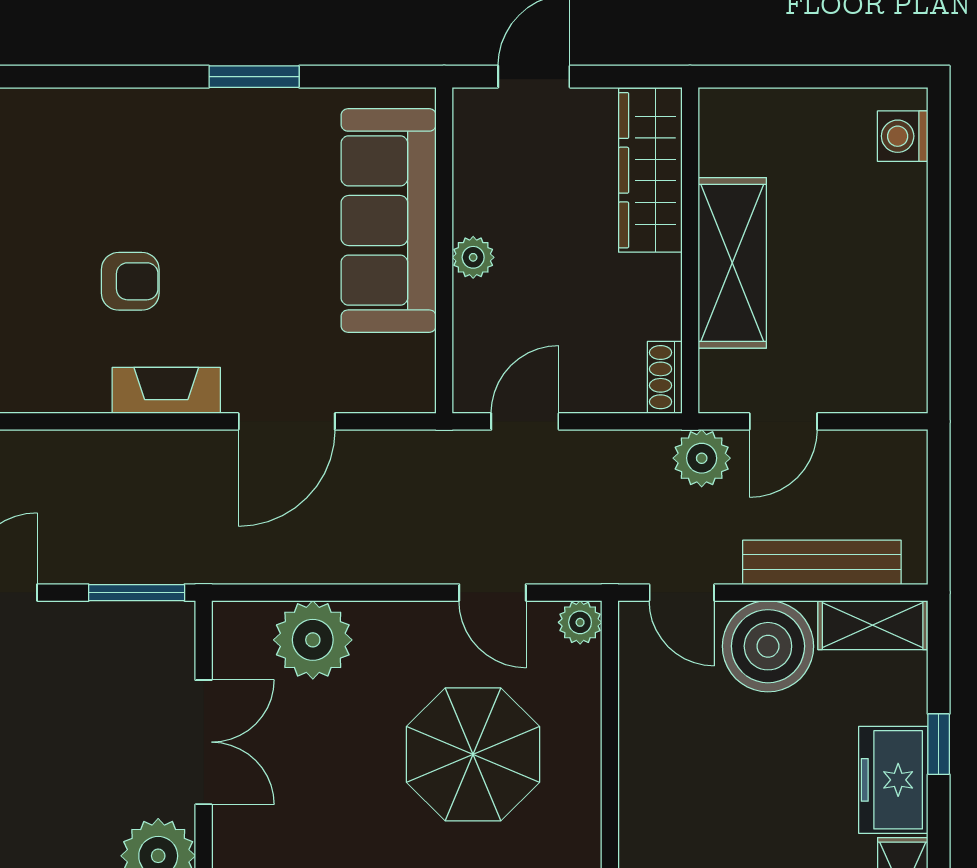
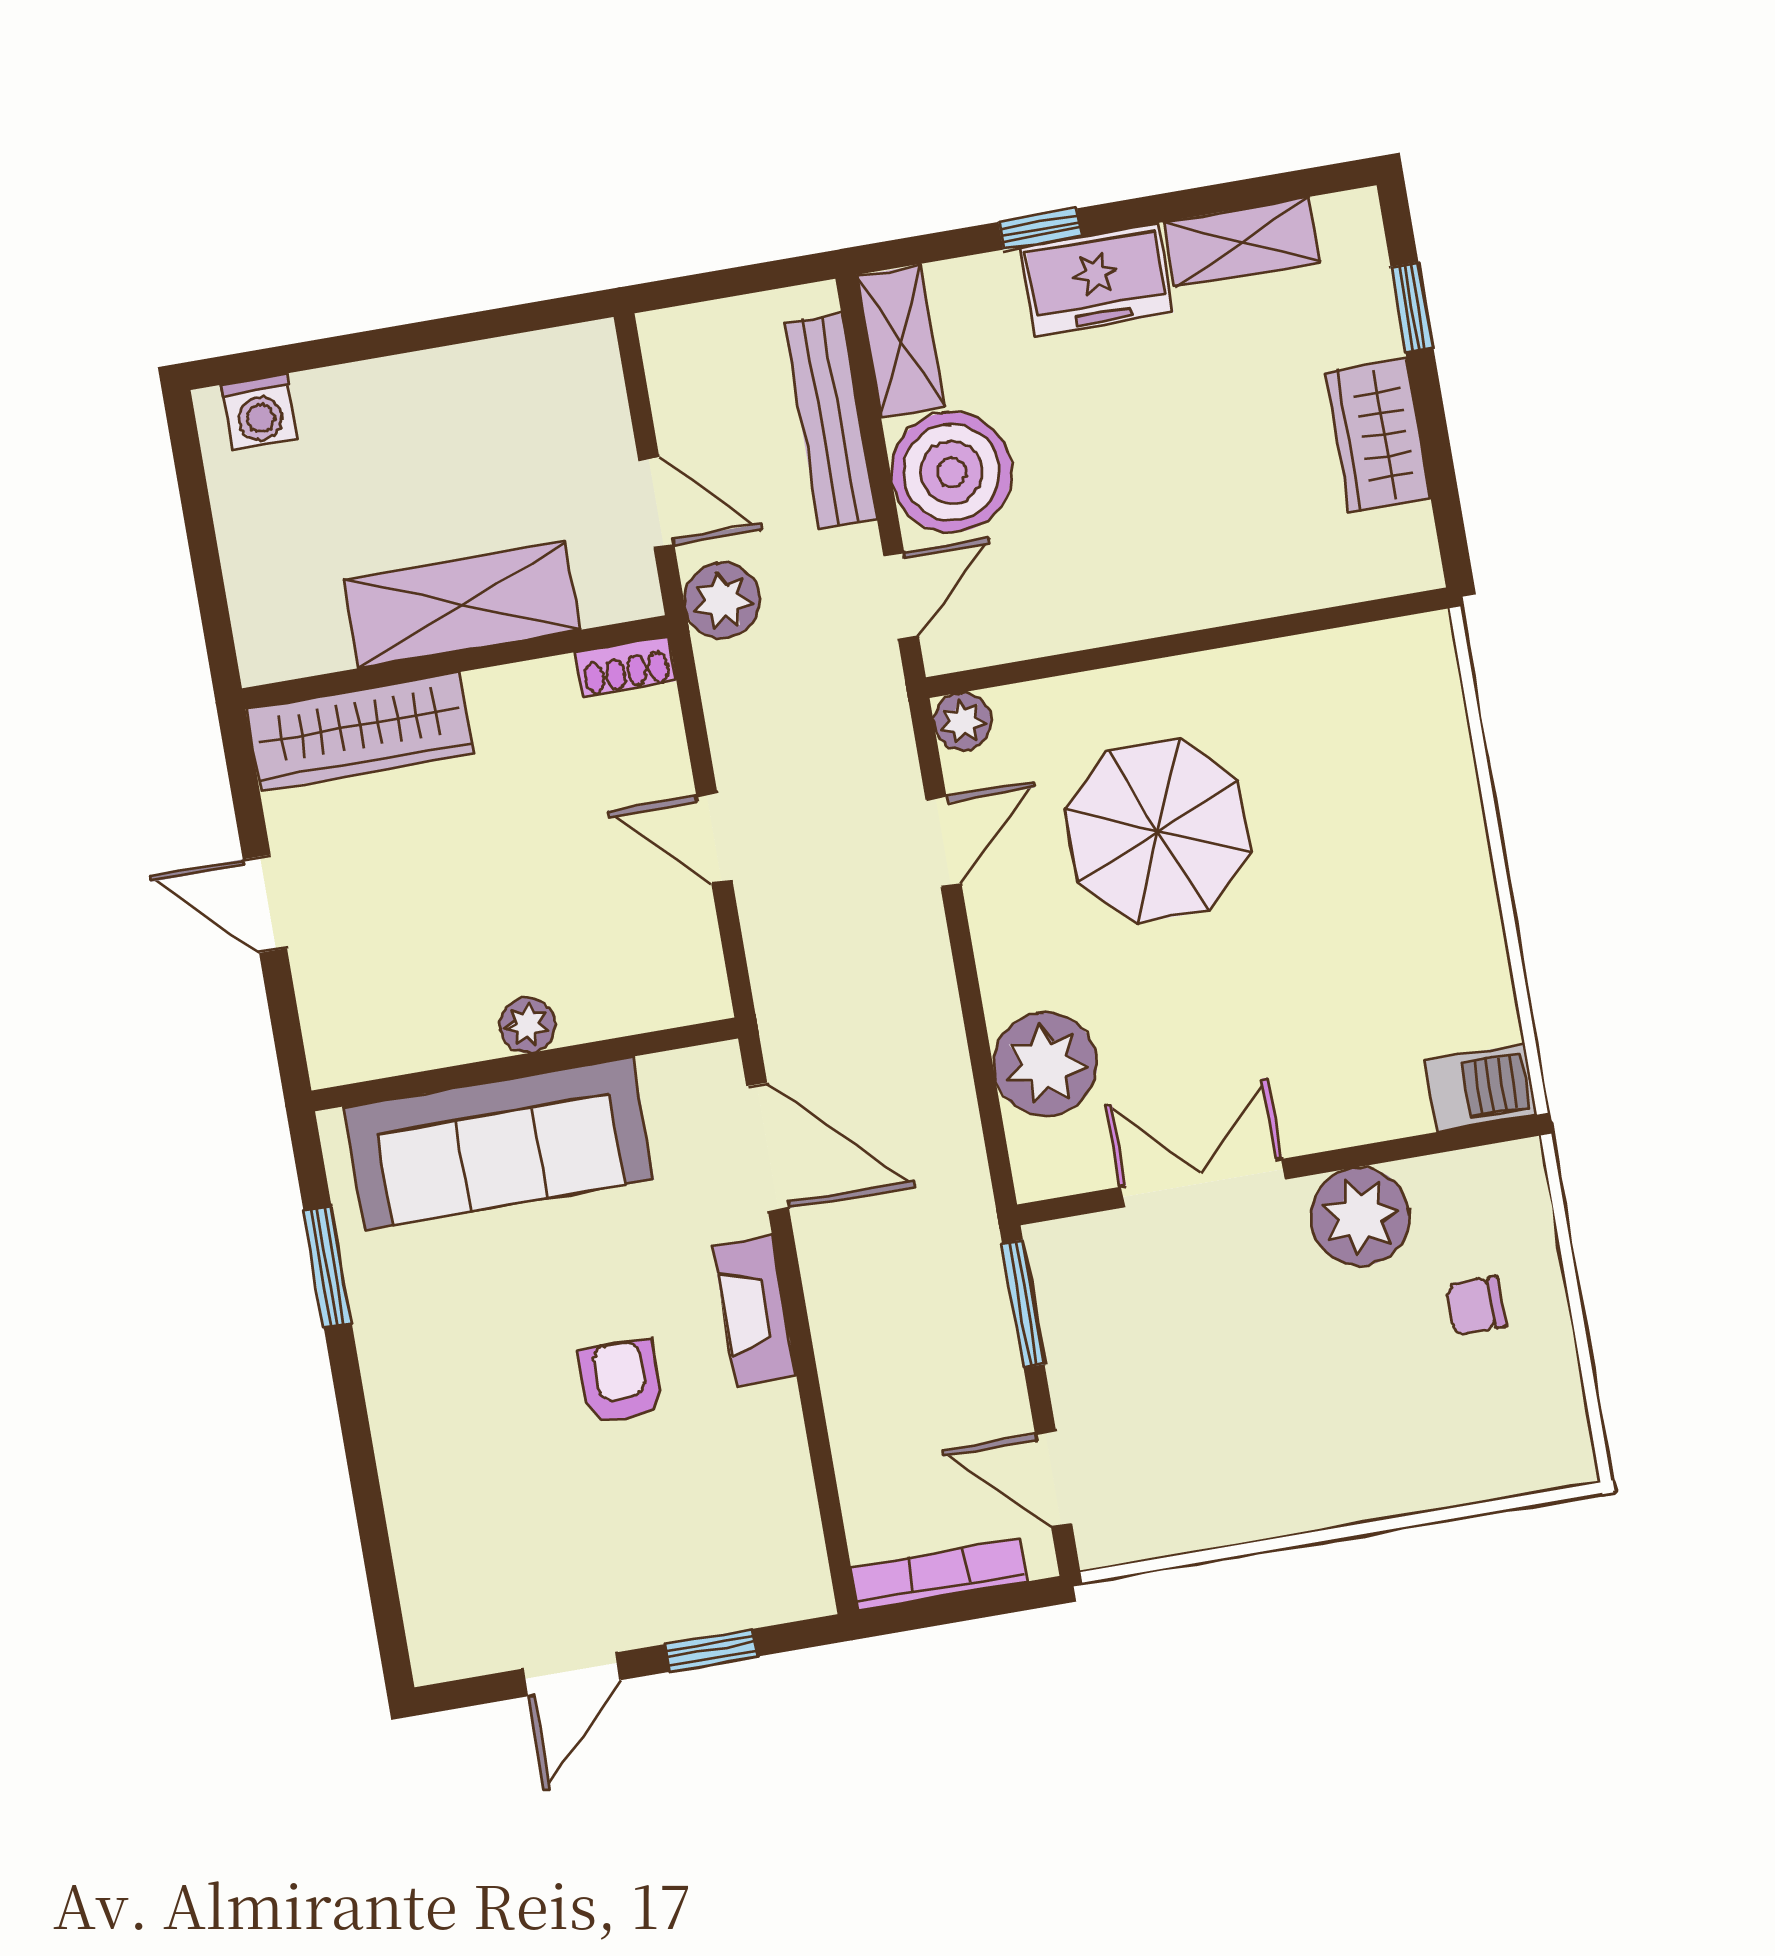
sofa: (389, 221) -> (498, 1143), moved
wall: (444, 250) -> (525, 1065), moved
plant: (473, 257) -> (527, 1025), moved

